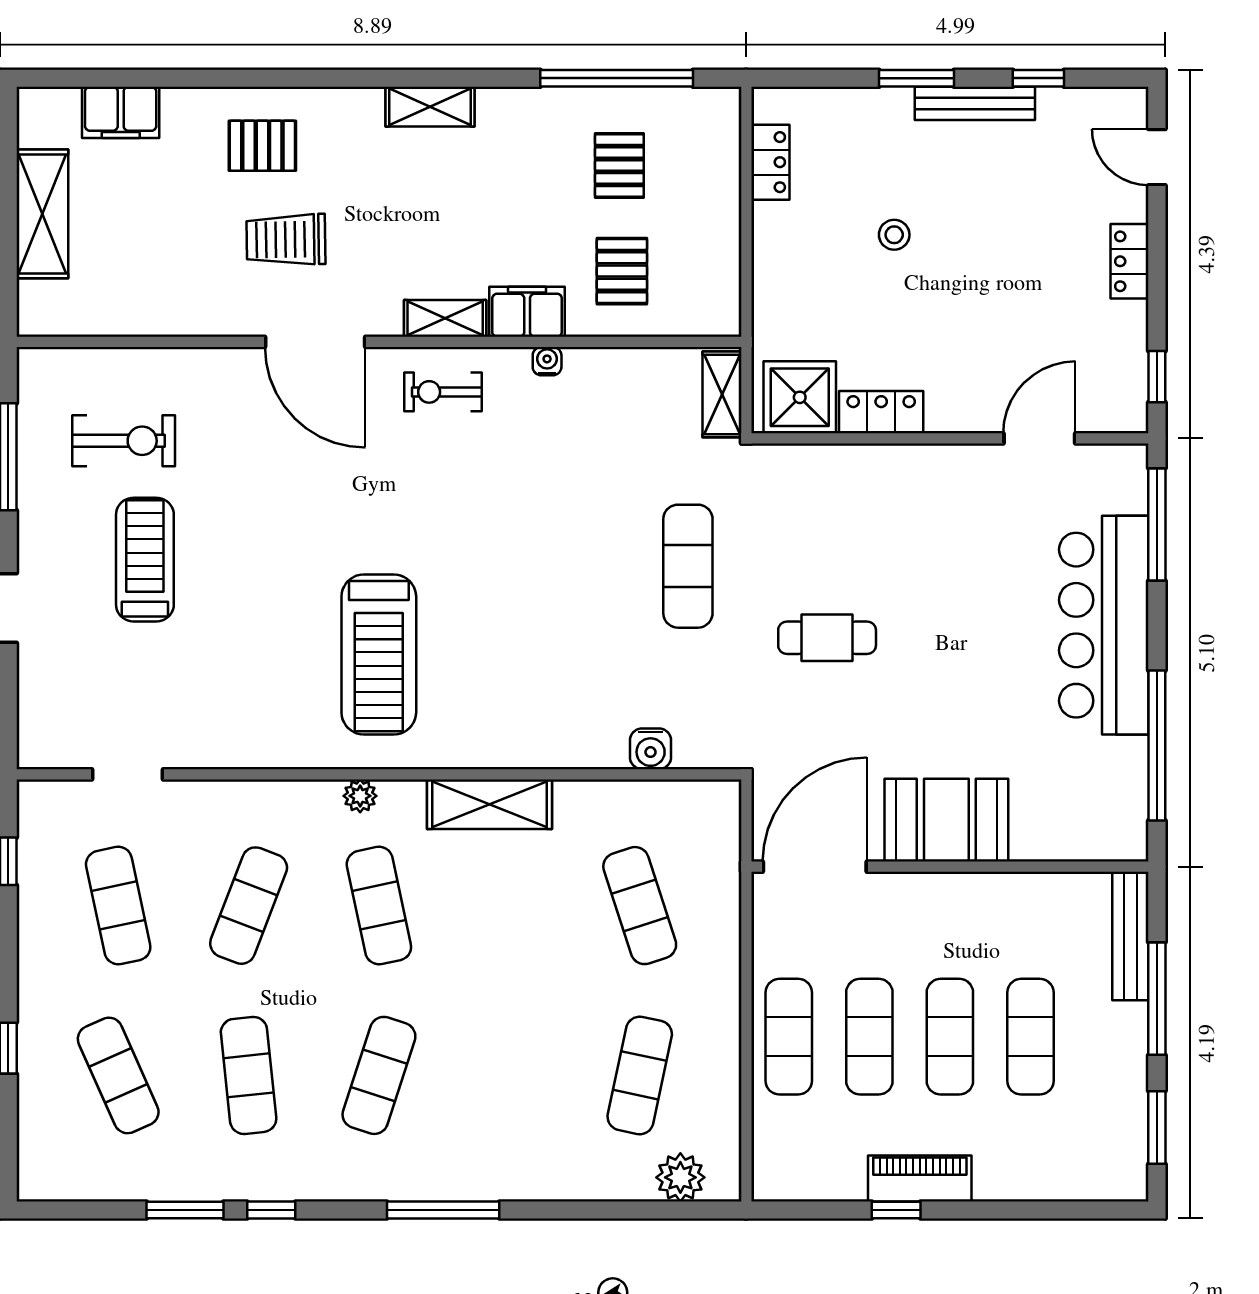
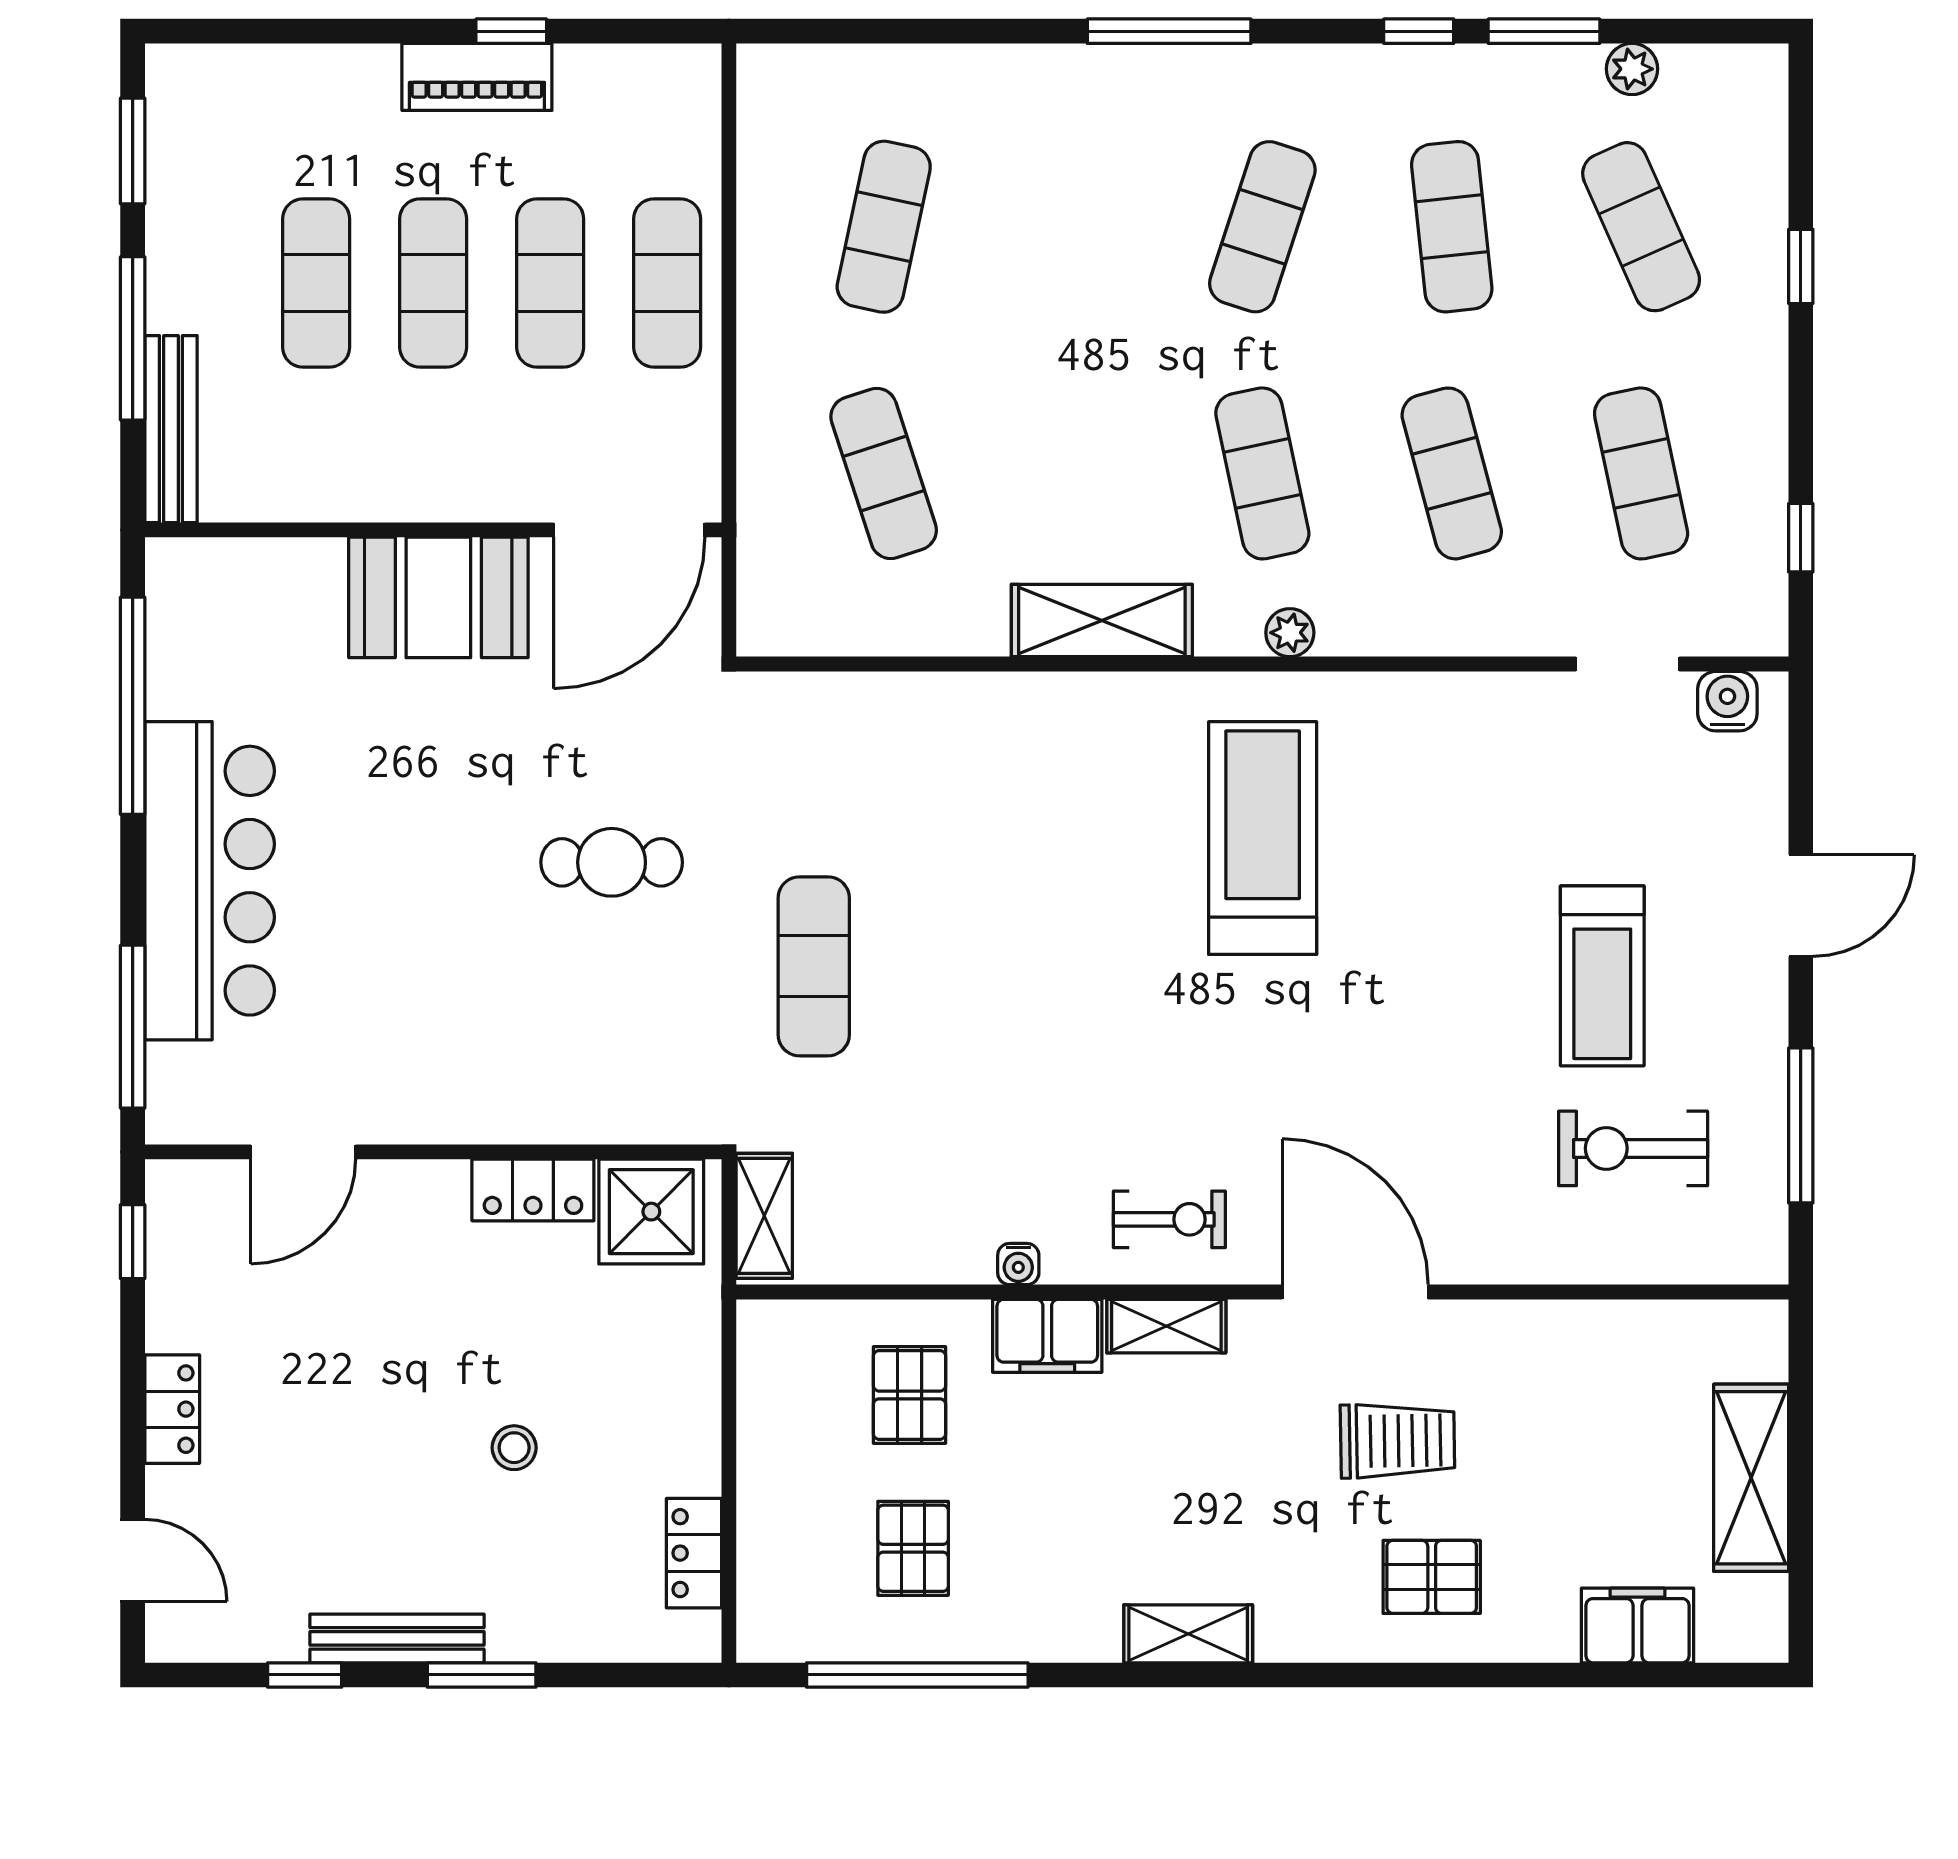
water cooler: (651, 749) -> (1727, 701), moved
exercise mat: (249, 906) -> (1452, 473), turned -36
plant: (680, 1177) -> (1632, 69), moved, width x0.73, depth x0.73

